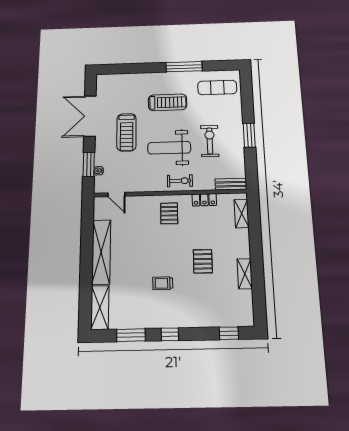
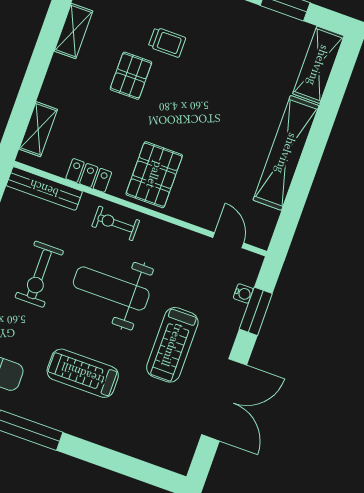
treadmill: (127, 132) -> (172, 345), turned 180
weight bench: (169, 148) -> (111, 289), turned 180
bench: (231, 184) -> (44, 188), width x1.36
pallet: (169, 213) -> (154, 175), width x1.50, depth x1.42
trolley: (163, 283) -> (167, 42), moved

